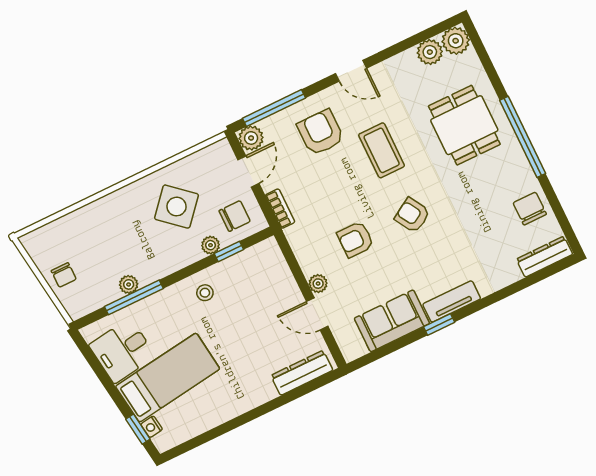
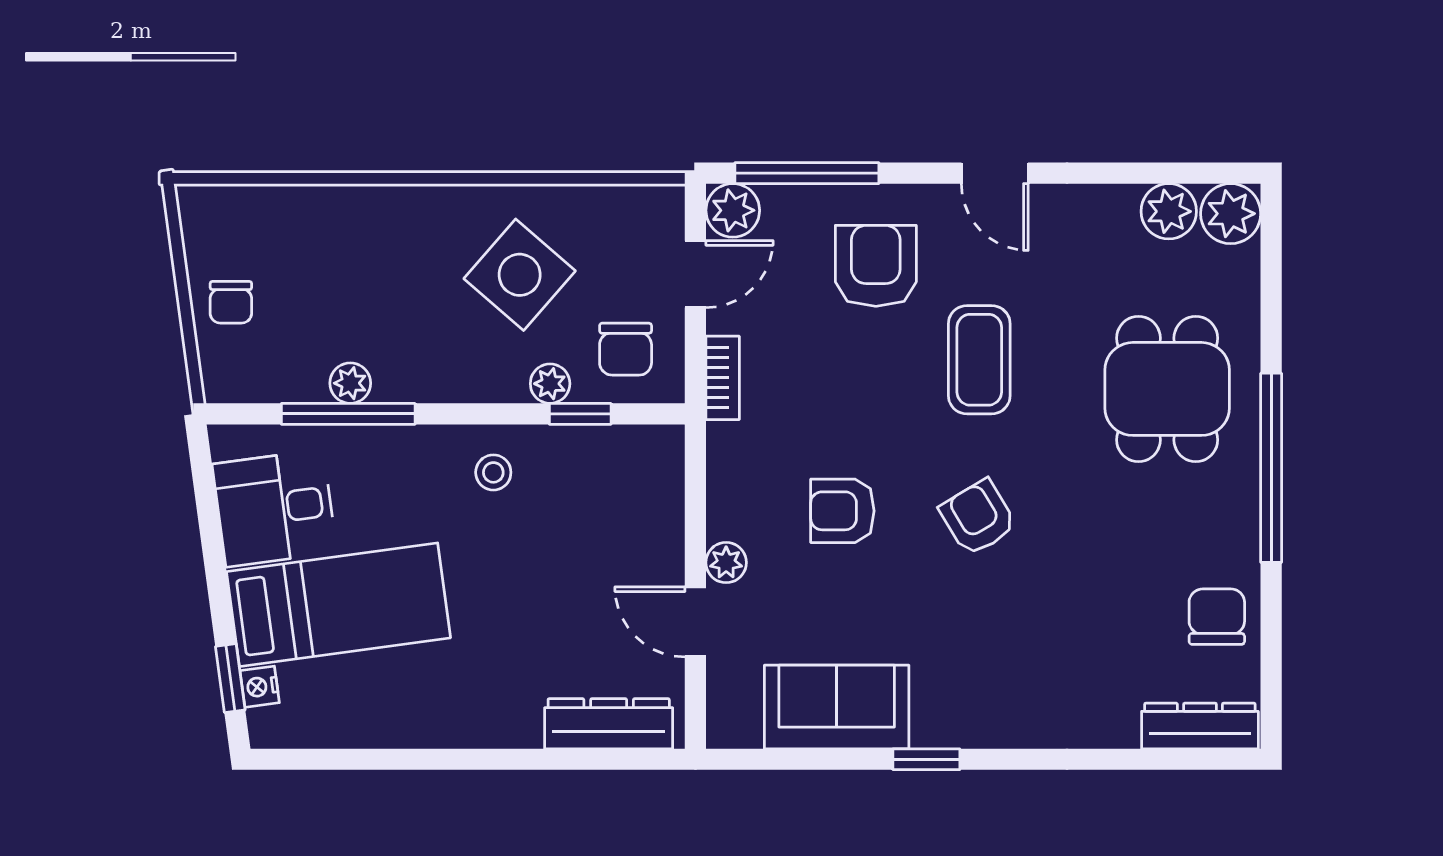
chair: (235, 216) -> (626, 349), turned 90
tv unit: (452, 301) -> (973, 726), removed

